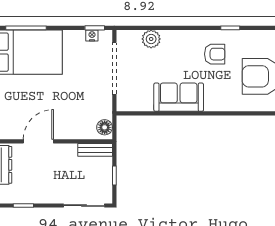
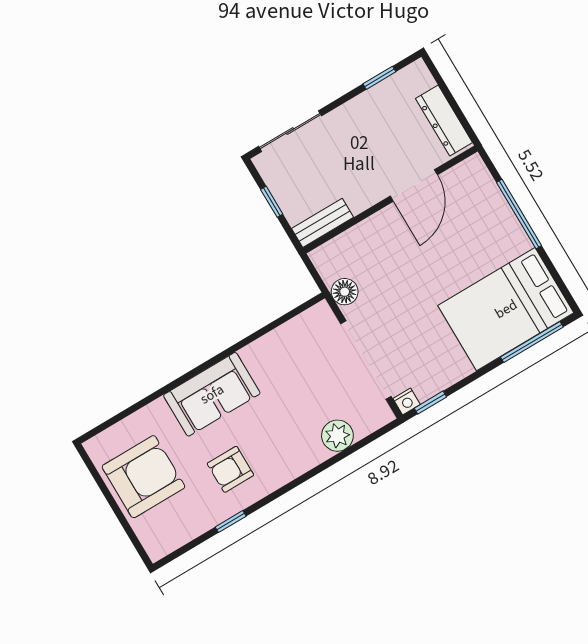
nightstand: (92, 35) -> (407, 401), moved
sofa: (179, 97) -> (212, 394), moved
floor lamp: (105, 127) -> (345, 292), moved

